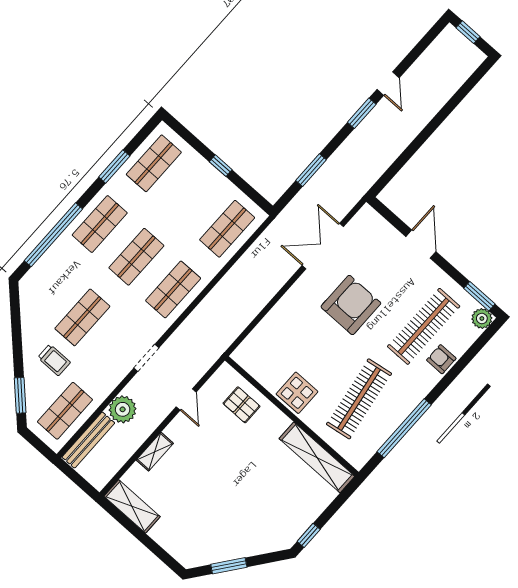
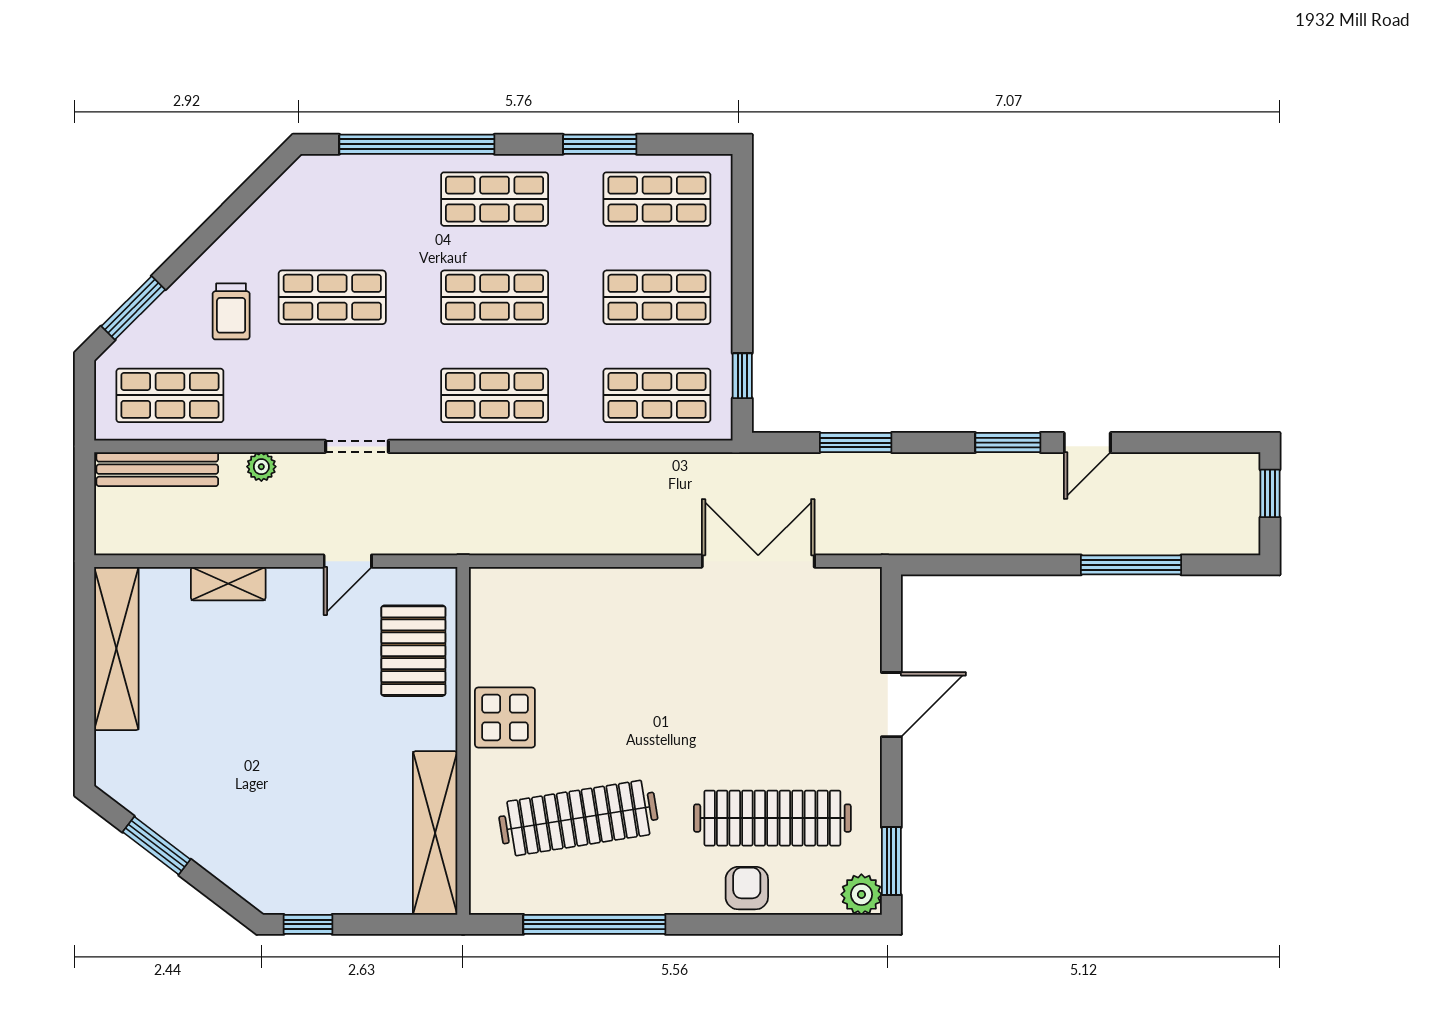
window: (448, 108) -> (1131, 565), added
window: (221, 166) -> (742, 376), moved
shop shelf: (190, 196) -> (657, 297), added
armchair: (351, 305) -> (708, 681), removed
pallet: (241, 405) -> (413, 651), width x1.50, depth x1.42
plant: (123, 409) -> (261, 467), width x0.53, depth x0.53
shelving: (132, 506) -> (116, 649), width x1.47

